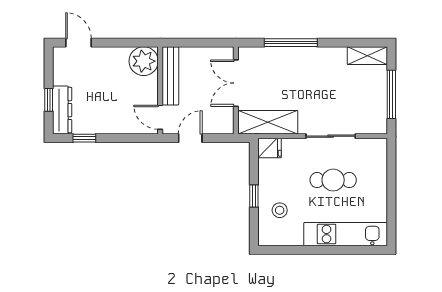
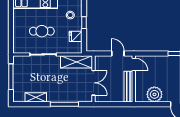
shelving: (367, 56) -> (36, 97), moved
plant: (144, 61) -> (154, 94), moved
door: (190, 138) -> (118, 53), swing flipped
fridge: (270, 148) -> (76, 36), moved

